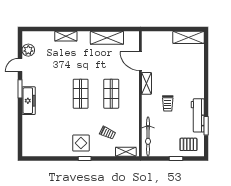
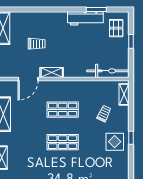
trolley: (168, 103) -> (37, 44), moved

